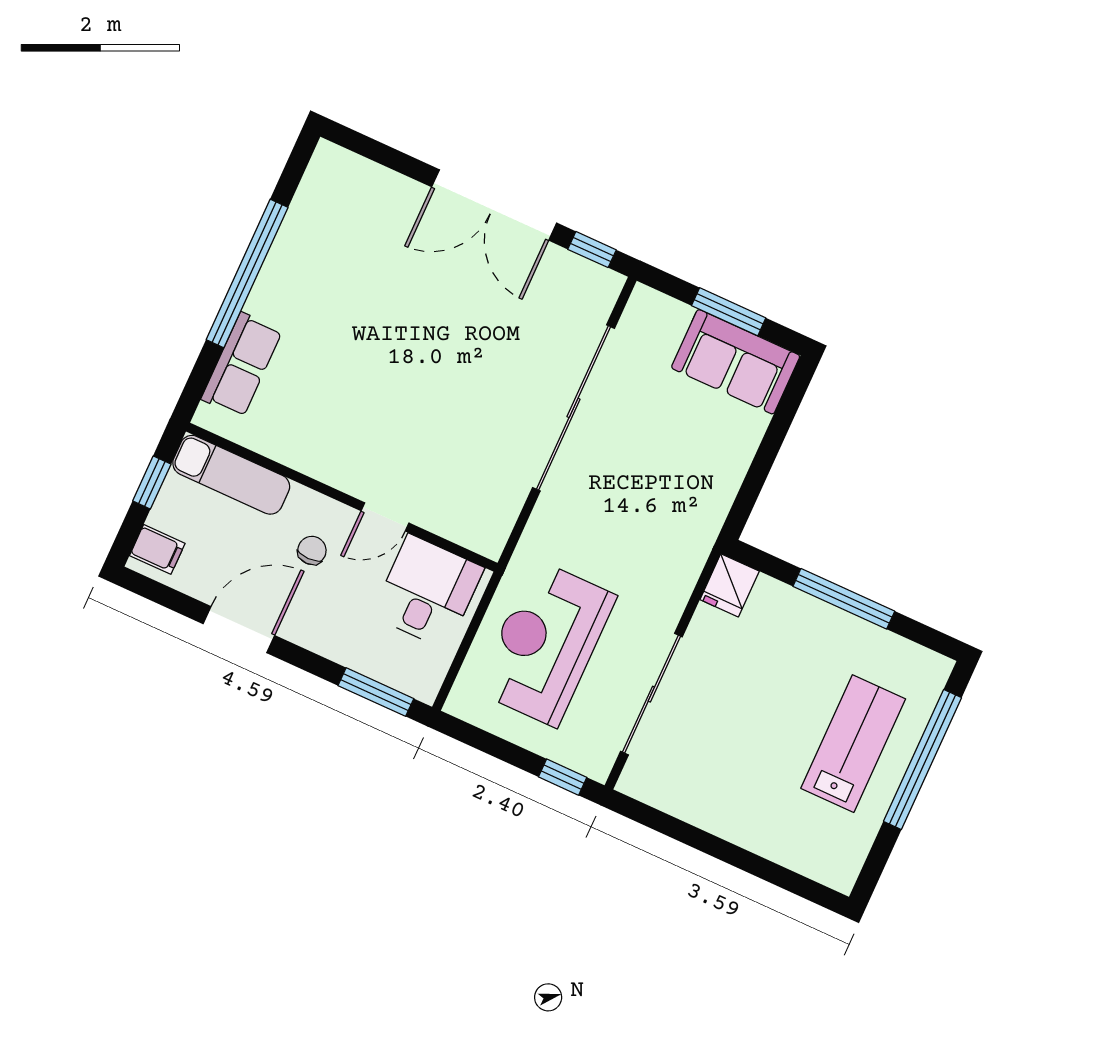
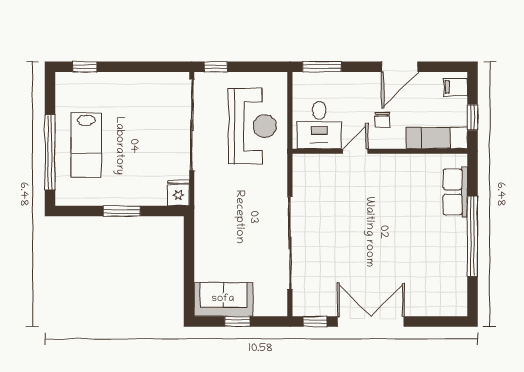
window: (729, 312) -> (237, 321), width x0.67
window: (844, 599) -> (122, 211), width x0.69
sliding door: (651, 694) -> (192, 125), width x1.36
window: (793, 882) -> (85, 67), added

